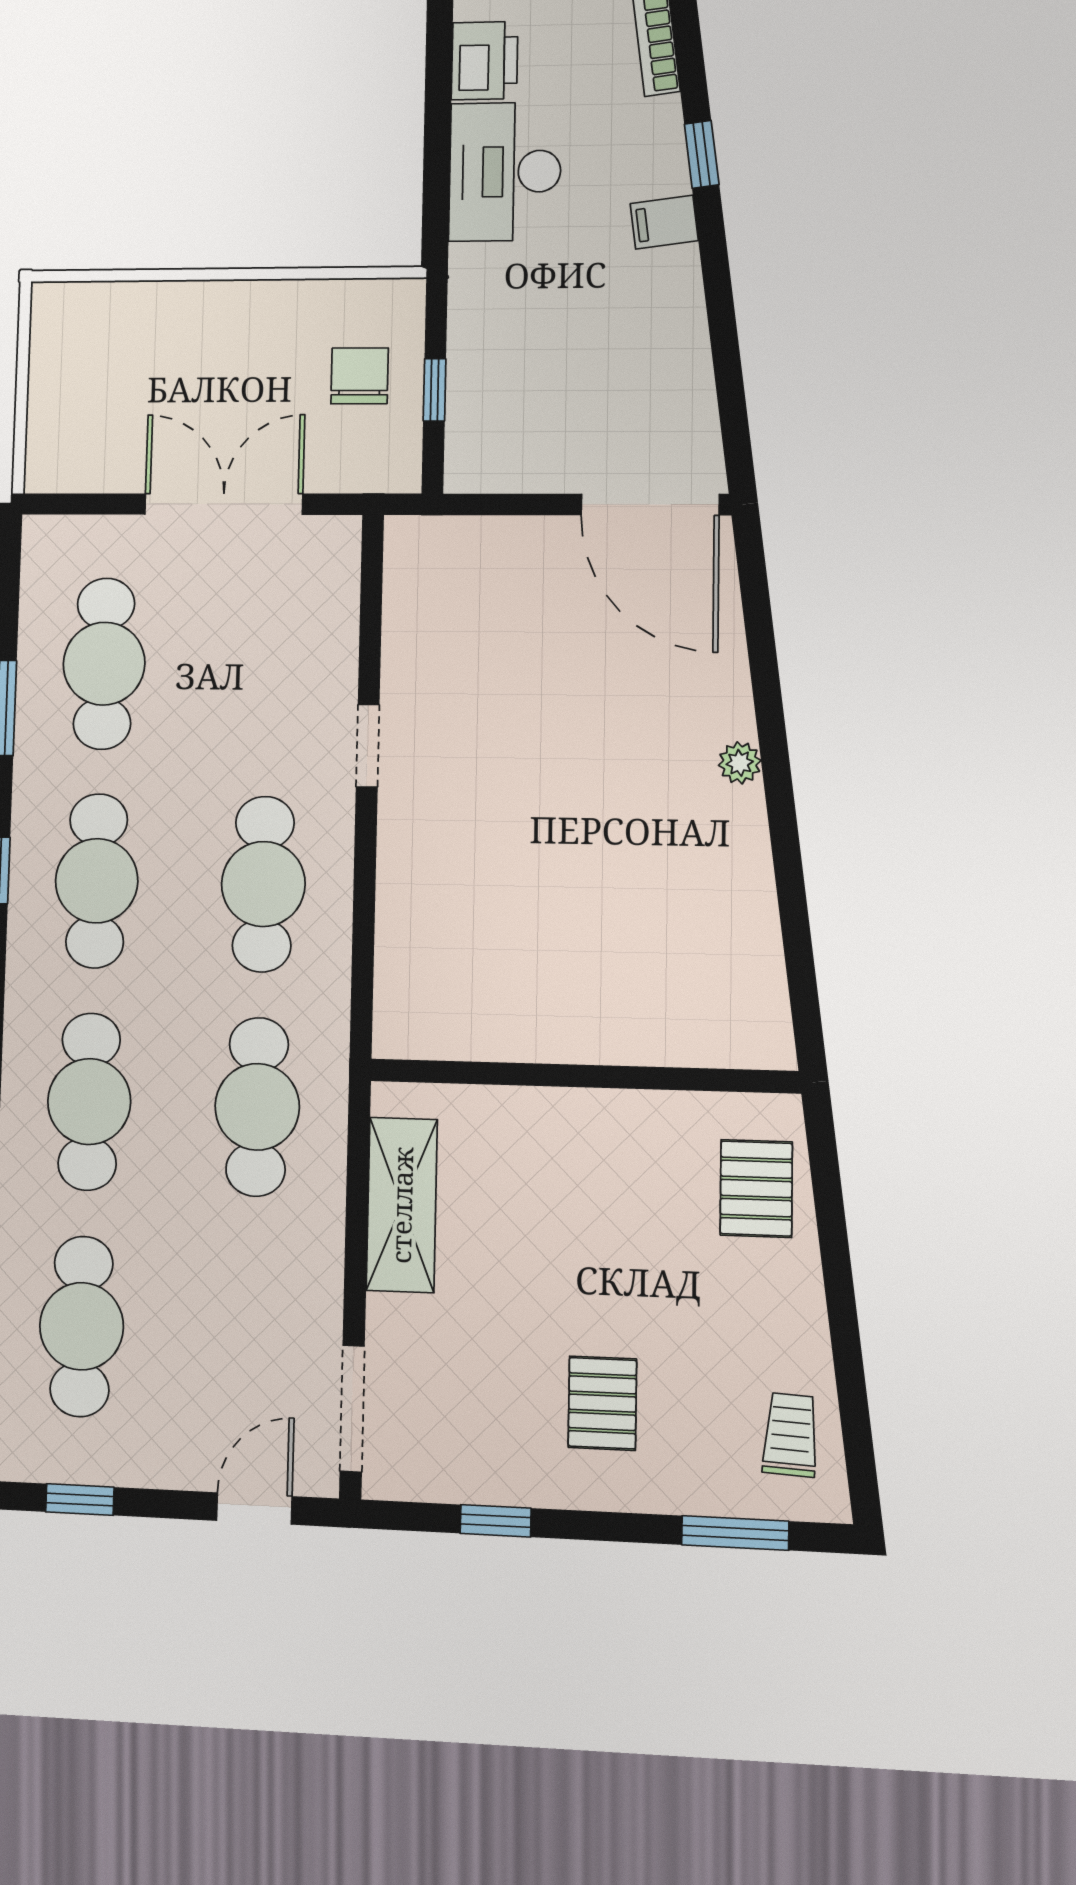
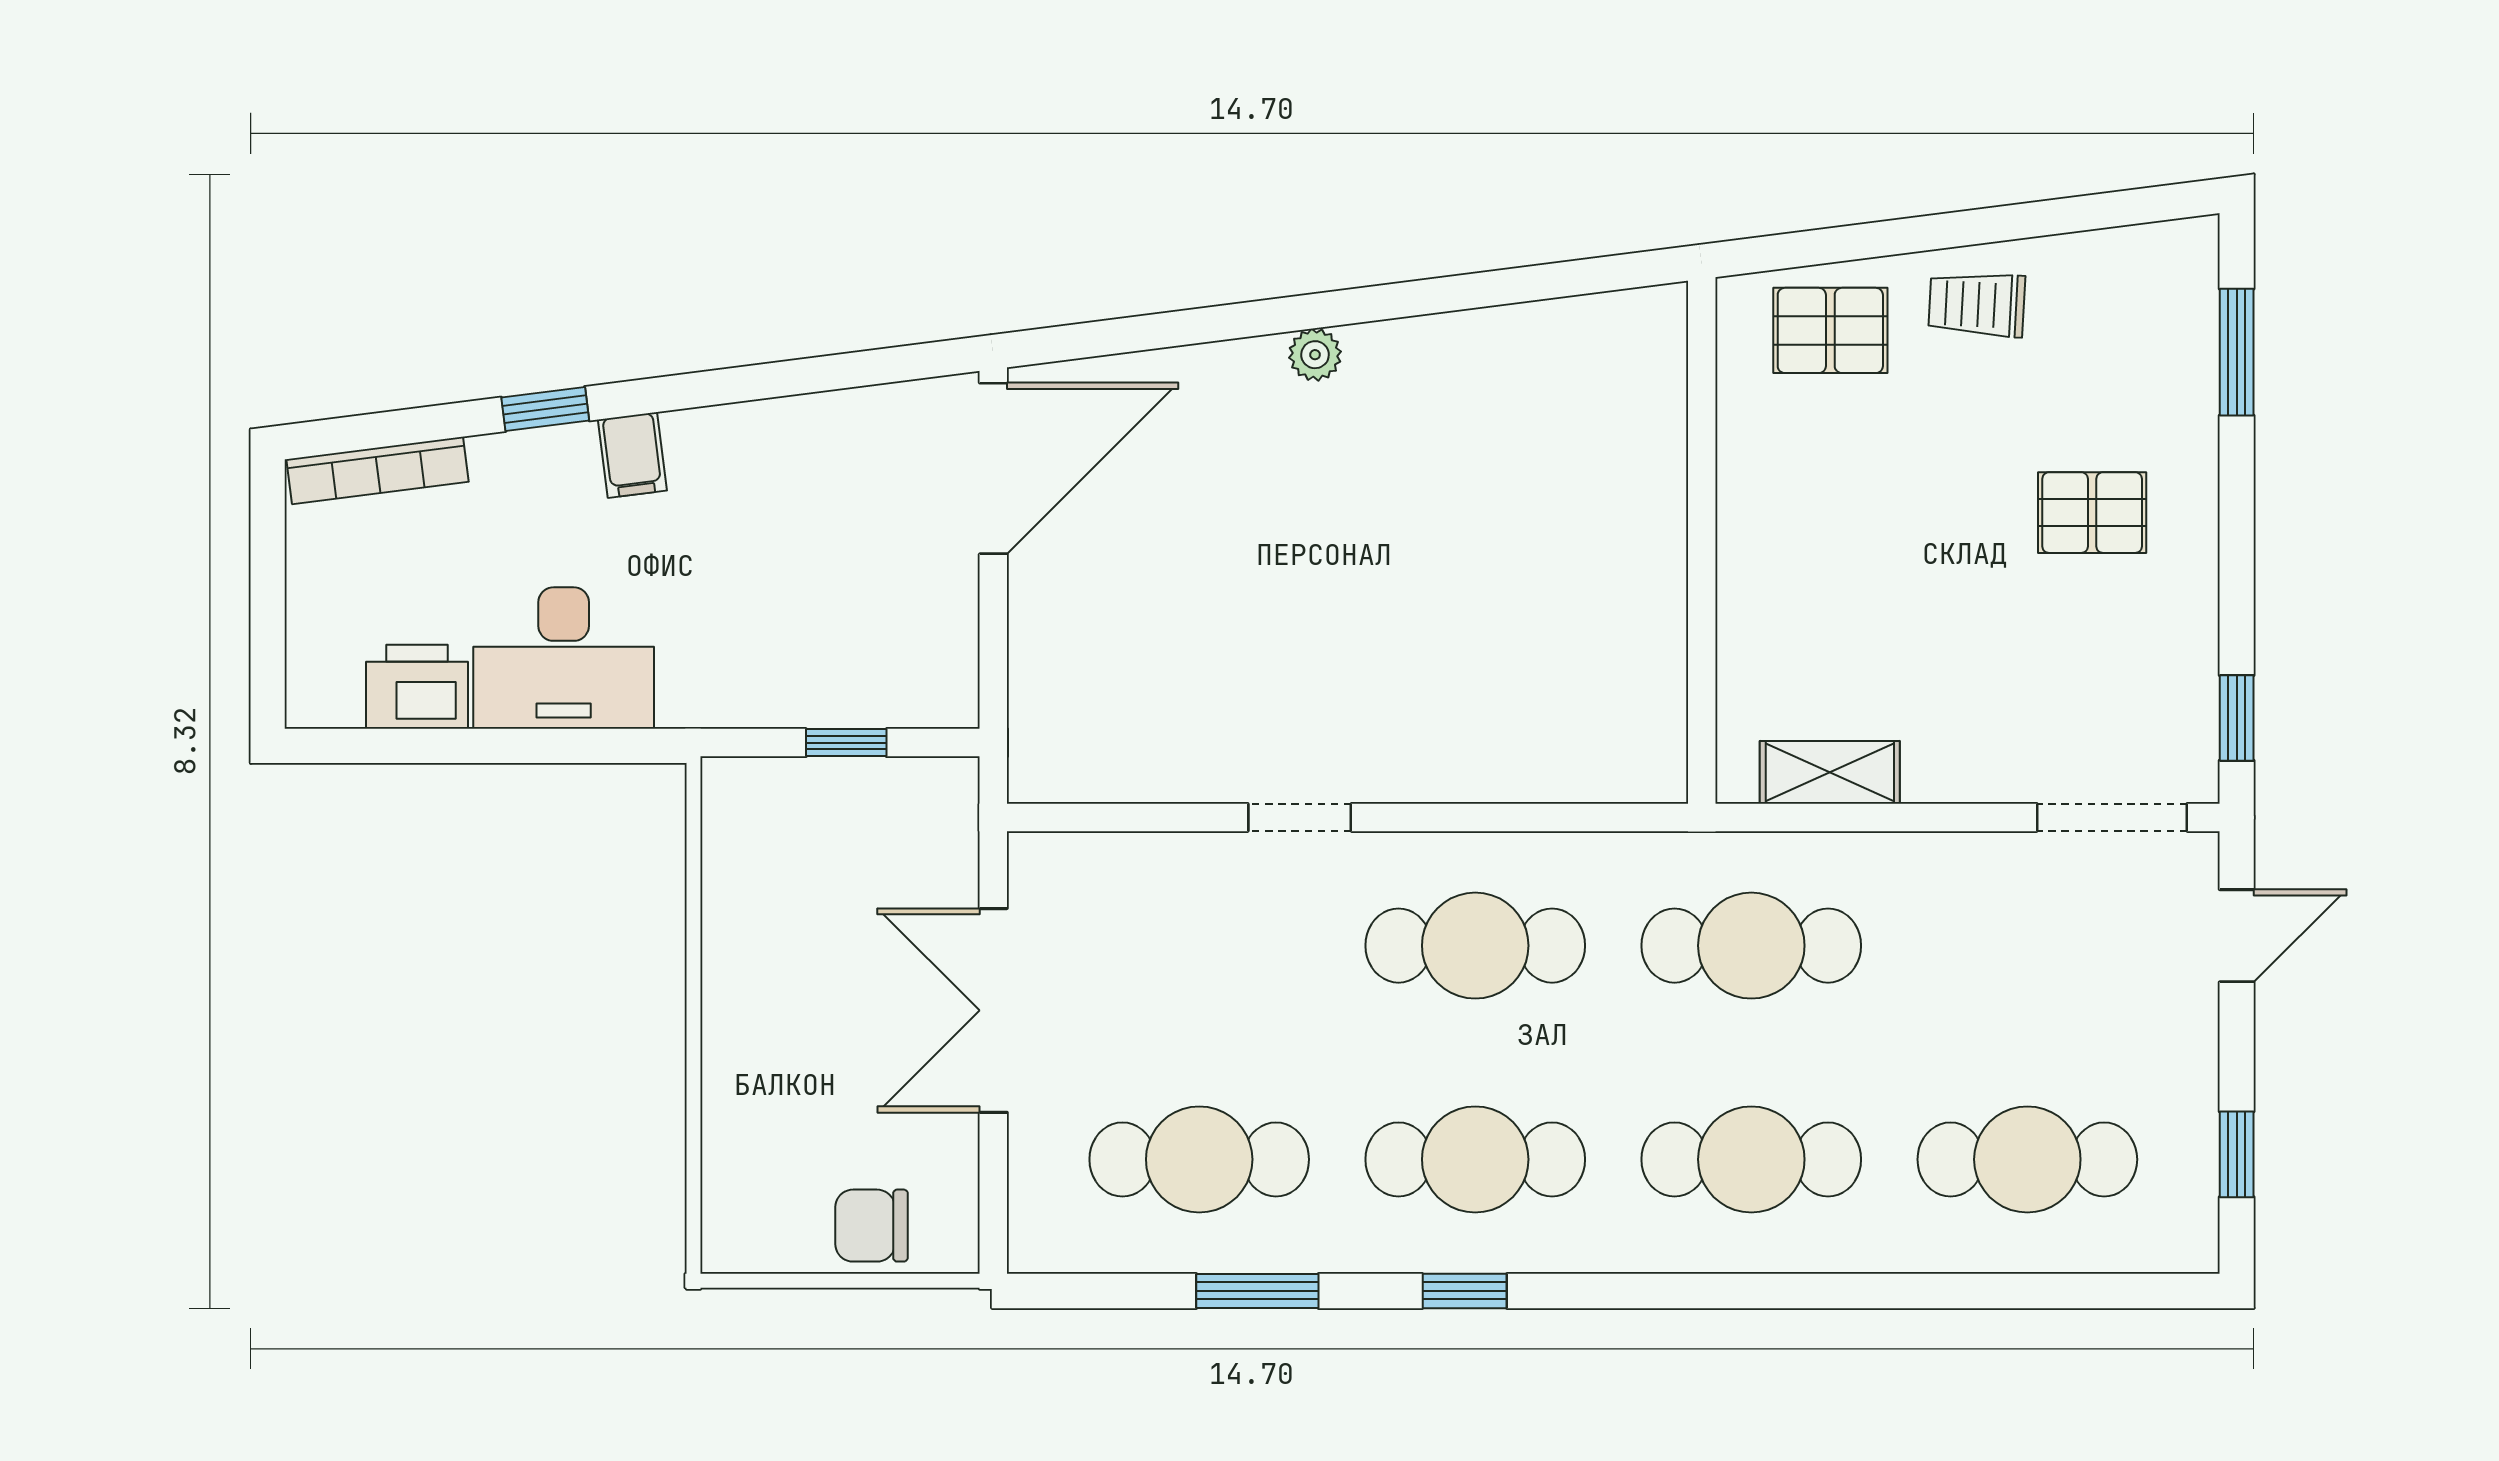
chair: (360, 376) -> (872, 1226), moved
shelving: (402, 1205) -> (1830, 772), width x0.67, depth x0.75
trolley: (790, 1435) -> (1977, 304), moved
door: (254, 1508) -> (2237, 936), swing flipped
window: (496, 1521) -> (2237, 718), moved

